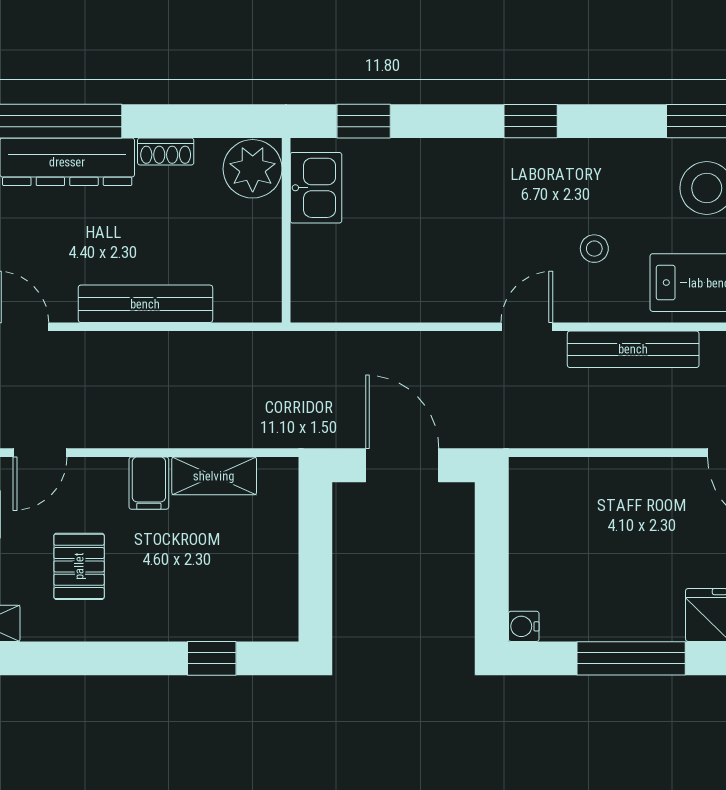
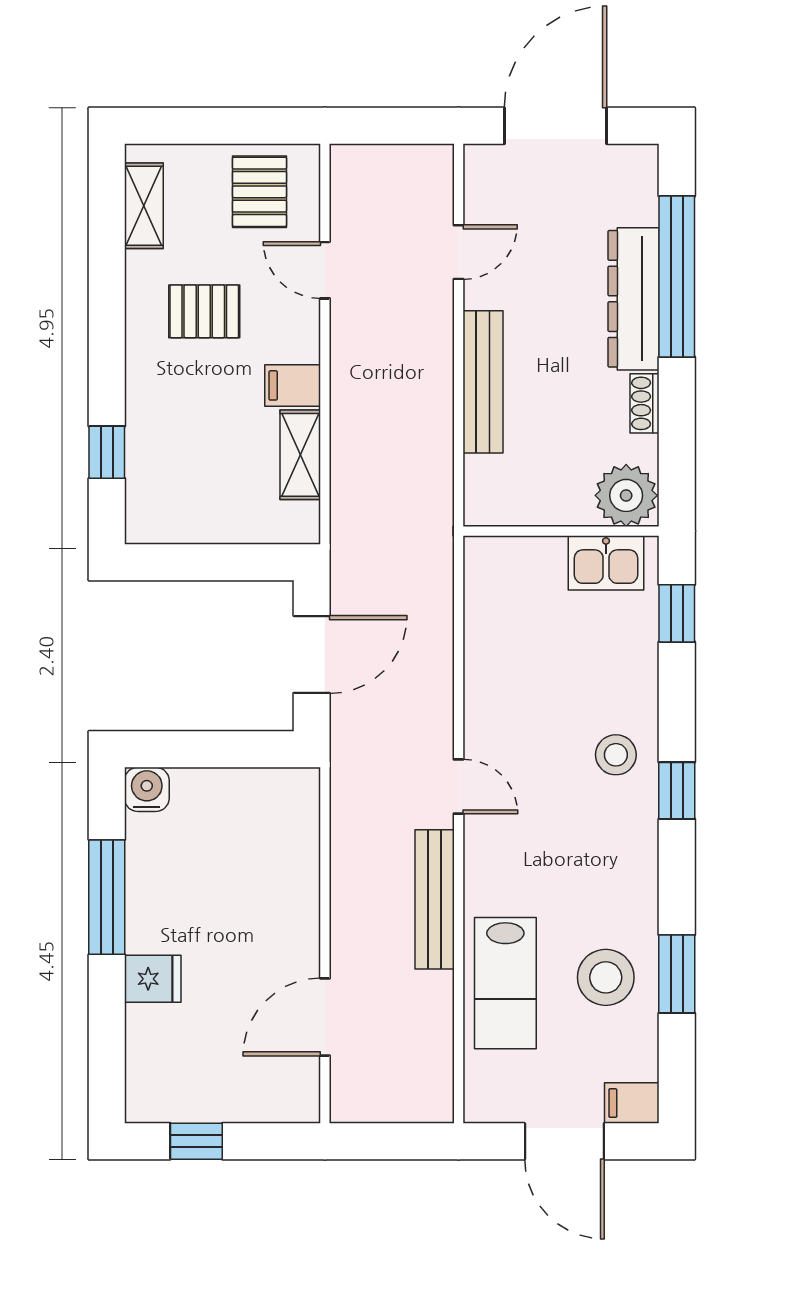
stool: (594, 249) -> (616, 755), moved, width x1.37, depth x1.37
water cooler: (524, 626) -> (147, 789), width x1.38, depth x1.38

